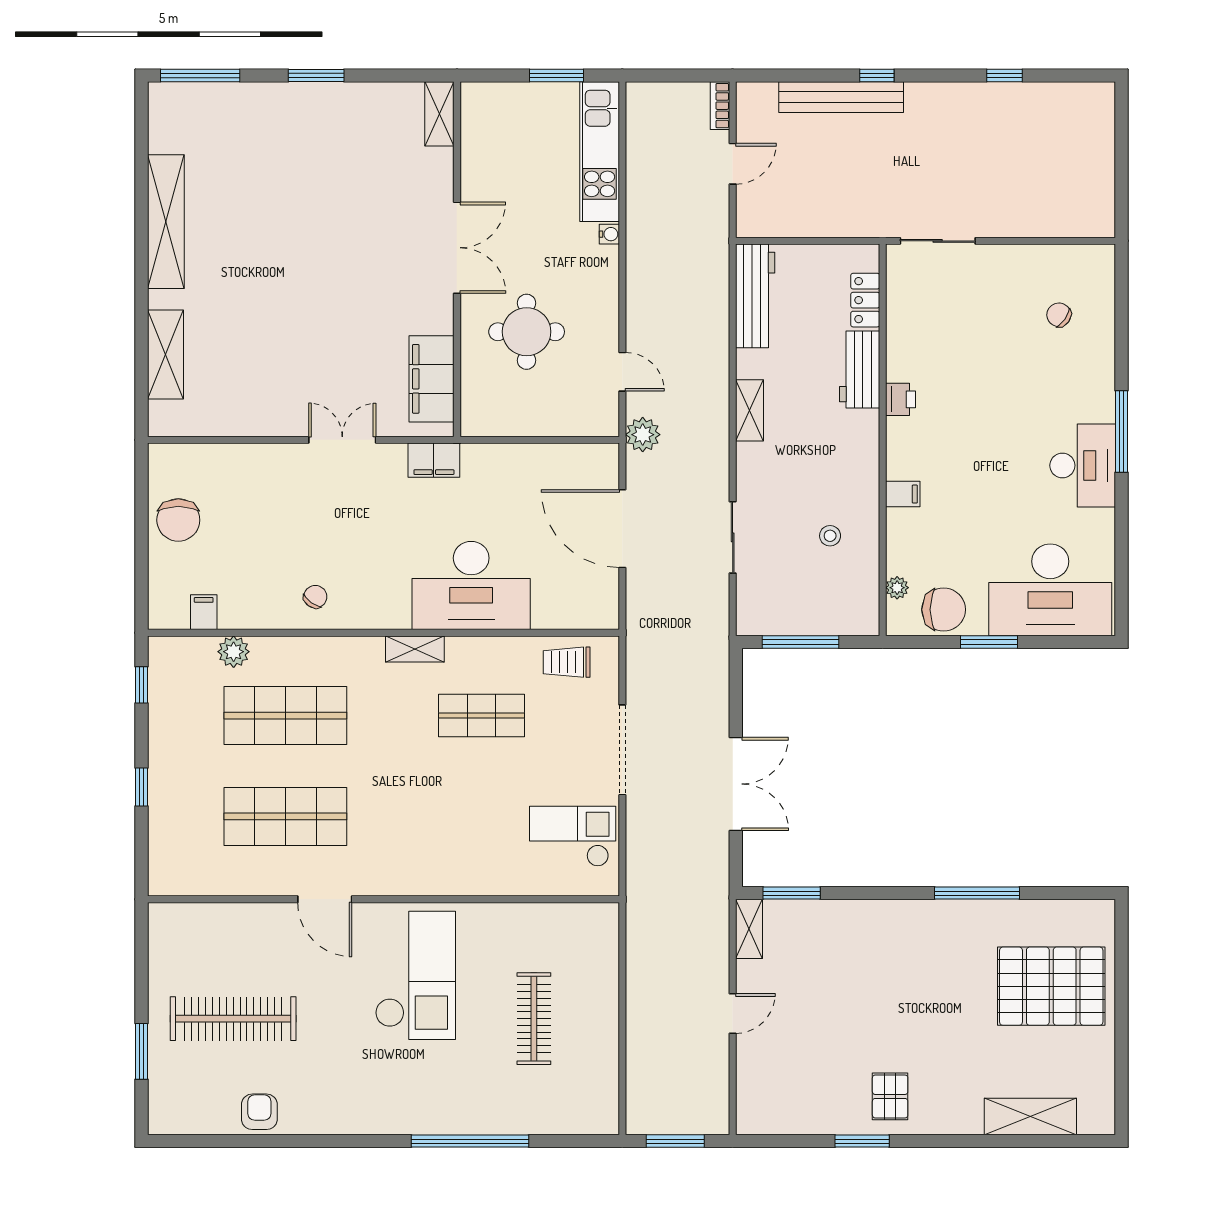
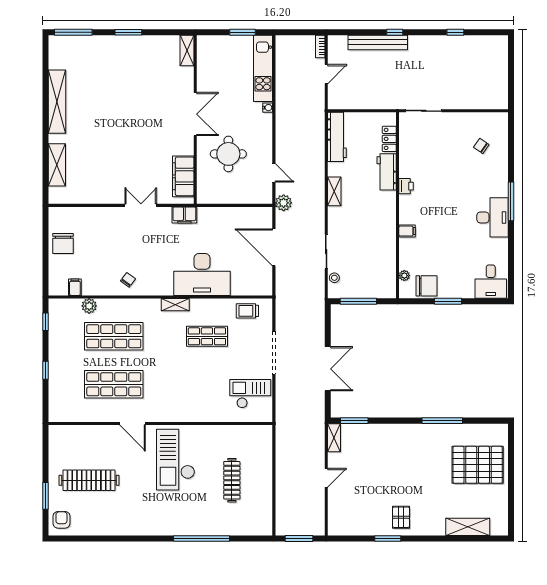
stool: (830, 536) -> (334, 278), moved
desk: (1050, 590) -> (491, 282), width x0.53, depth x0.77
checkout: (415, 975) -> (176, 460), turned 180
armchair: (259, 1112) -> (61, 520), moved

